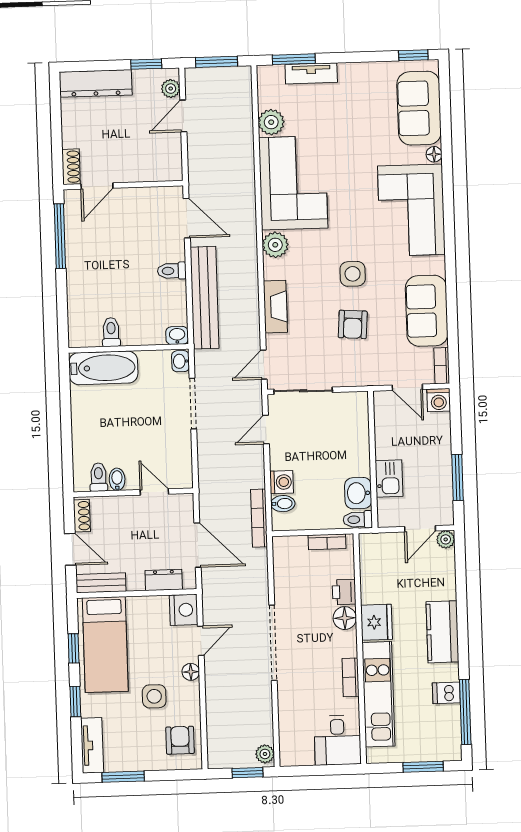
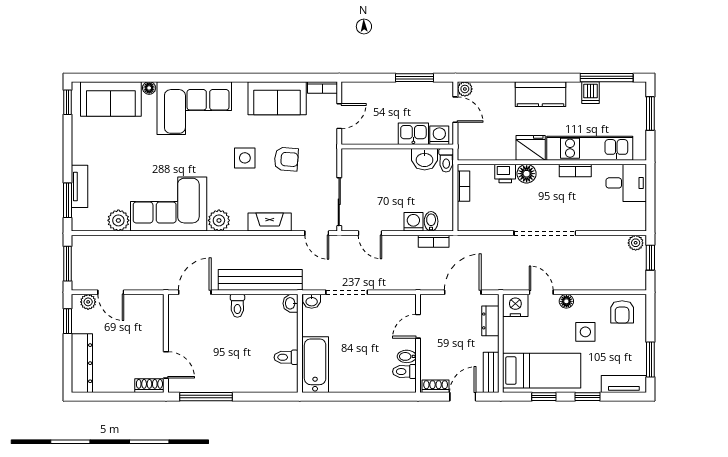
washing machine: (439, 400) -> (439, 135), moved, turned -90
bookcase: (259, 518) -> (434, 241), width x0.64
armchair: (180, 740) -> (622, 312), turned -90

